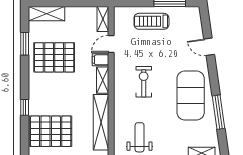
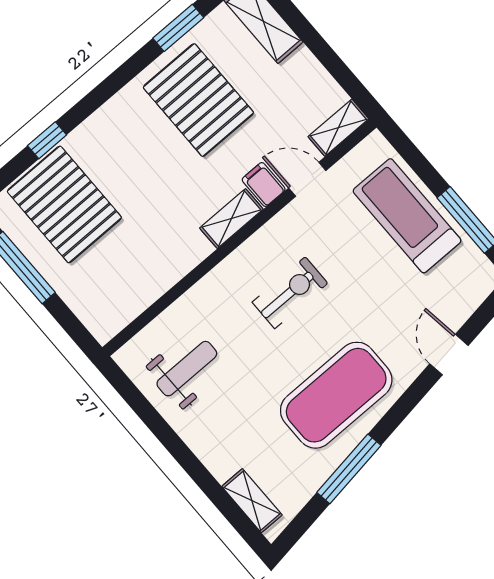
treadmill: (151, 21) -> (407, 216), width x1.37, depth x1.38
window: (25, 107) -> (47, 140), moved
shelving: (101, 122) -> (155, 279), removed

